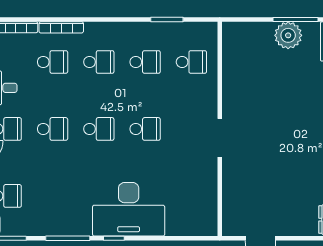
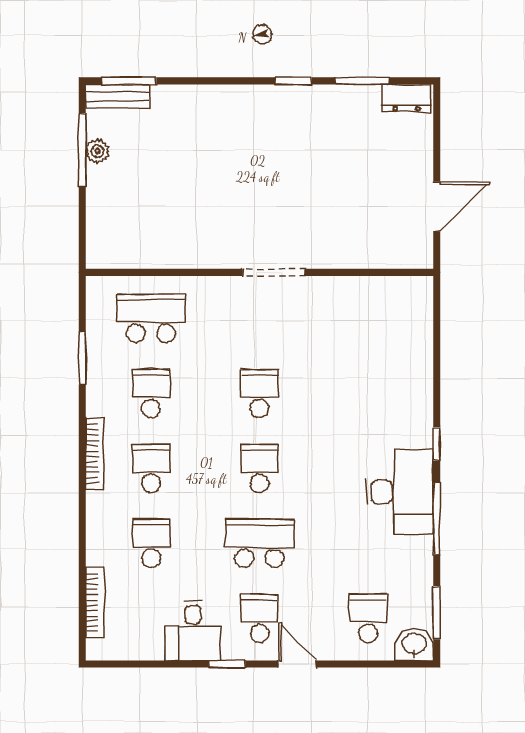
bookcase: (61, 27) -> (95, 454), moved
plant: (288, 35) -> (98, 151), width x0.53, depth x0.53
school desk: (191, 62) -> (151, 318), width x1.85
school desk: (53, 129) -> (260, 543), width x1.85
desk: (129, 209) -> (400, 492), moved, width x0.73, depth x0.77

